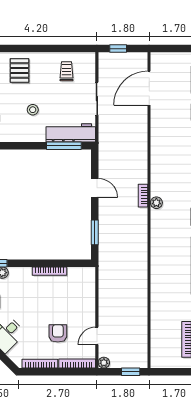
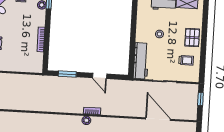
pallet: (19, 70) -> (192, 37), moved, turned 90
door: (149, 88) -> (158, 119), moved
window: (64, 146) -> (132, 55), removed
door: (95, 188) -> (100, 76), hinge flipped

